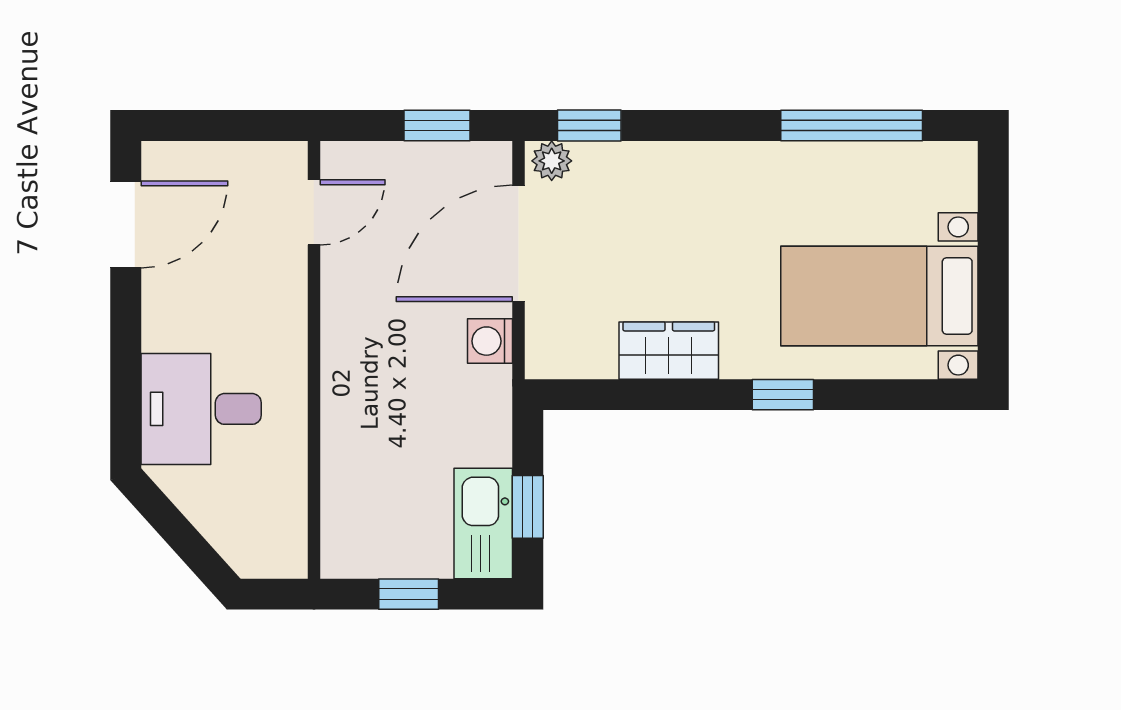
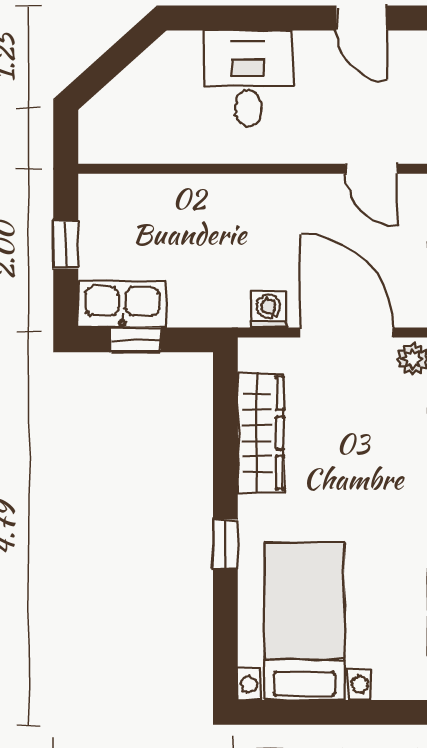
door: (126, 224) -> (362, 18), width x0.73
wardrobe: (669, 351) -> (261, 433), width x1.50
desk: (201, 409) -> (248, 78), moved

